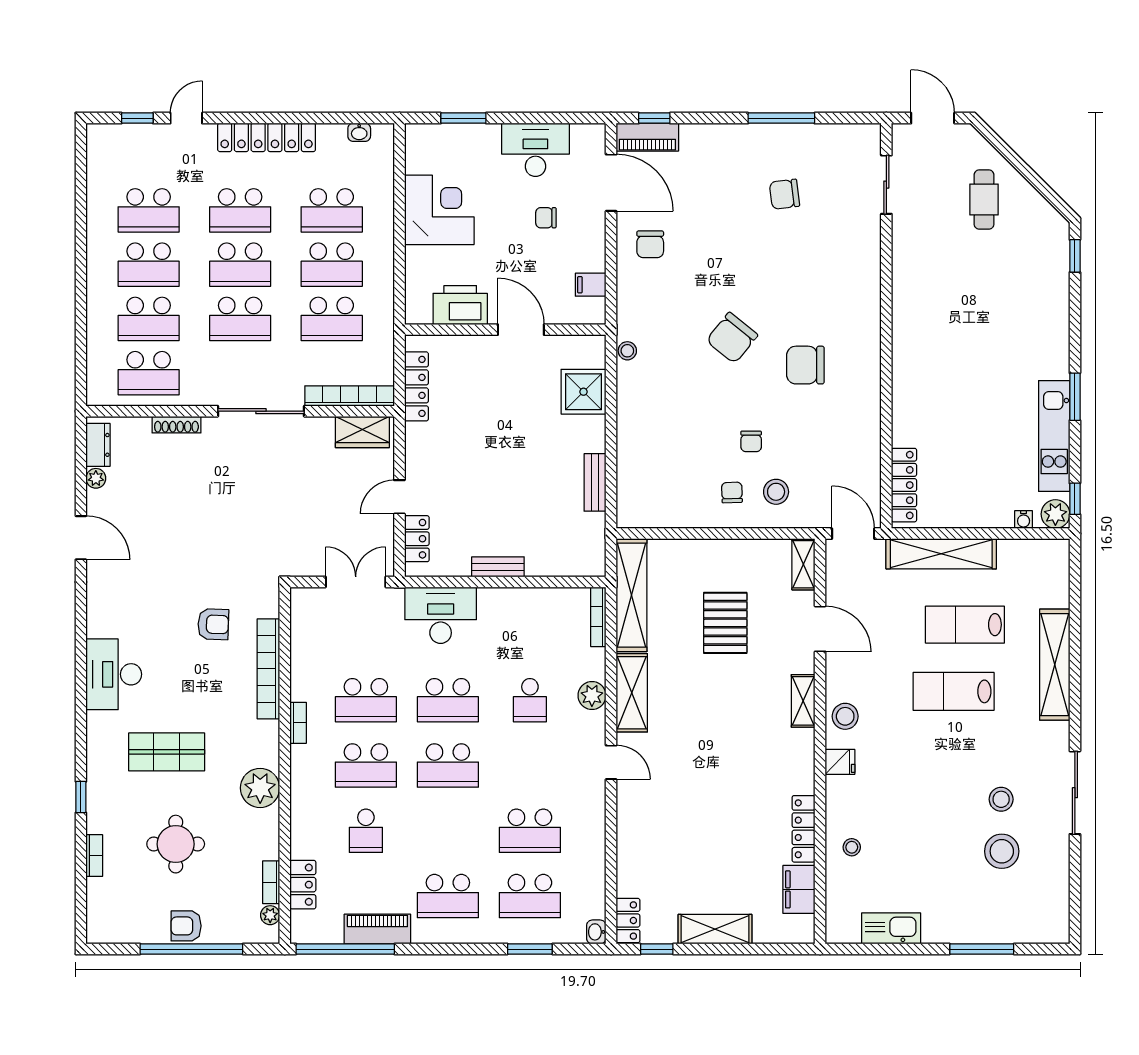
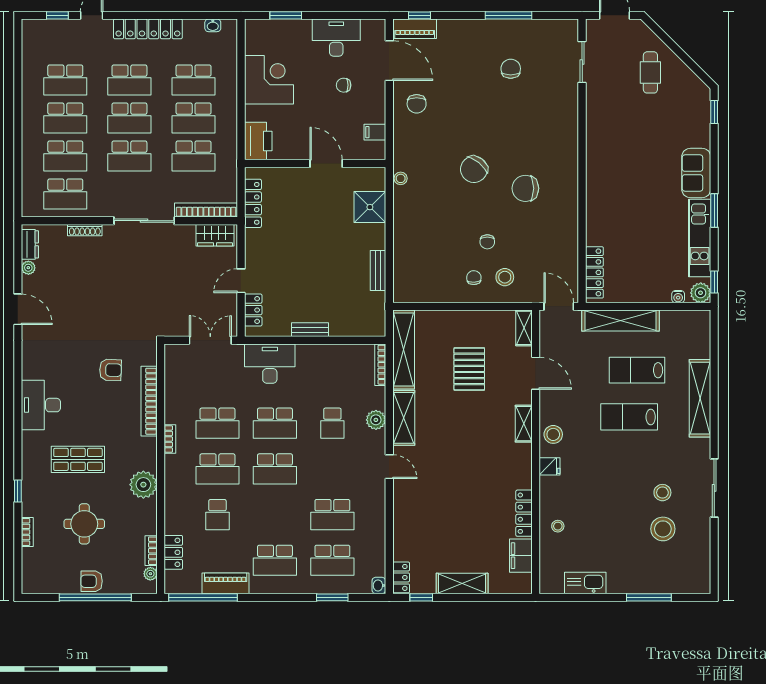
chair: (785, 194) -> (511, 69), turned 97
printer: (460, 305) -> (258, 141), moved, turned 90
sofa: (1049, 343) -> (696, 173), added

